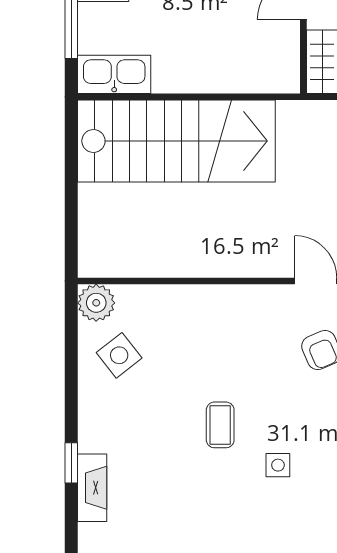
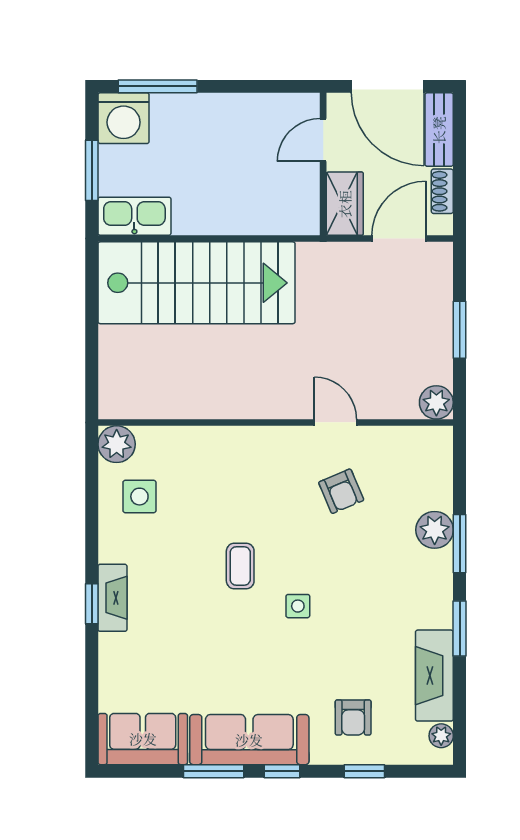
side table: (119, 355) -> (139, 497), turned 38
fireplace: (92, 488) -> (112, 598), moved

